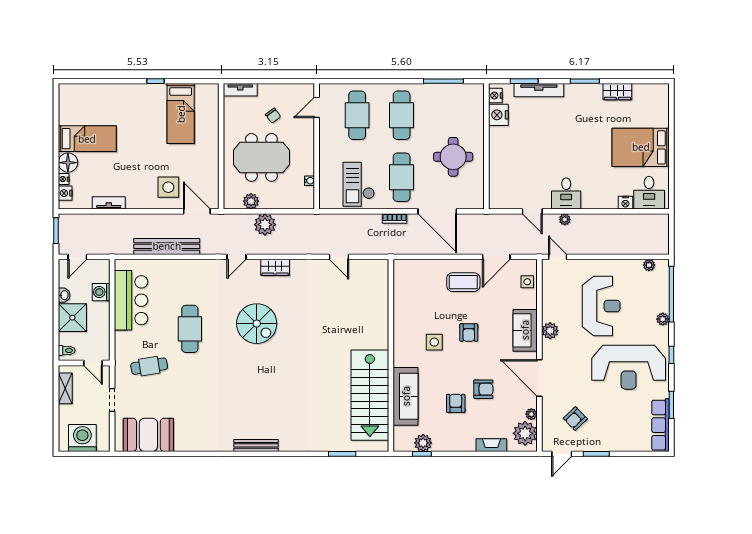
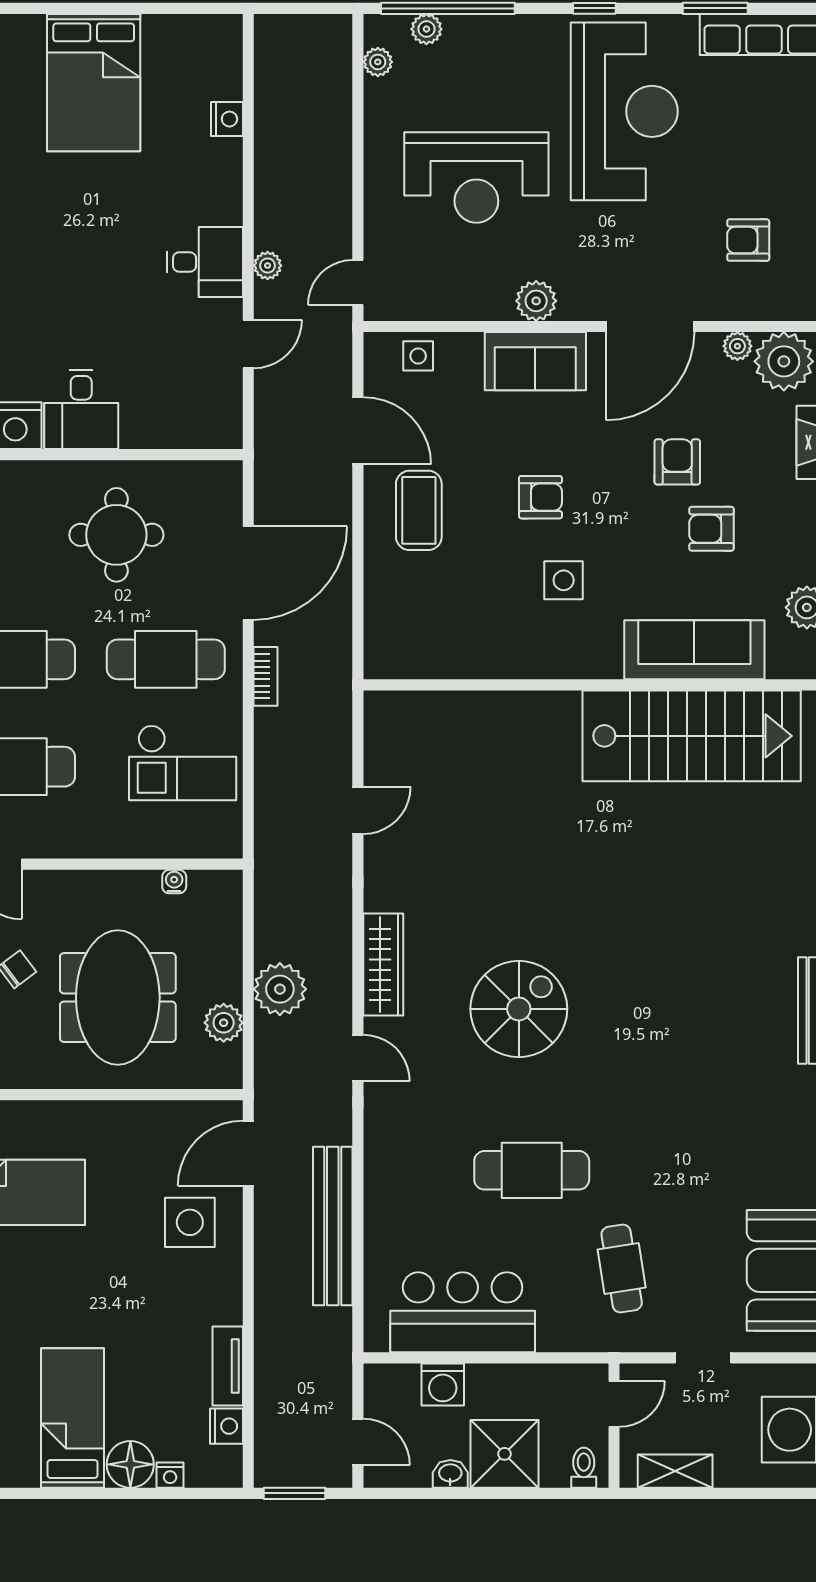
nightstand: (65, 193) -> (226, 1426), moved, turned -90
desk: (649, 193) -> (81, 409), moved, turned 90
wardrobe: (275, 267) -> (383, 965), width x1.50
reception desk: (601, 306) -> (476, 178), turned 180
plant: (663, 319) -> (426, 29), moved
armchair: (575, 419) -> (748, 240), turned 134

